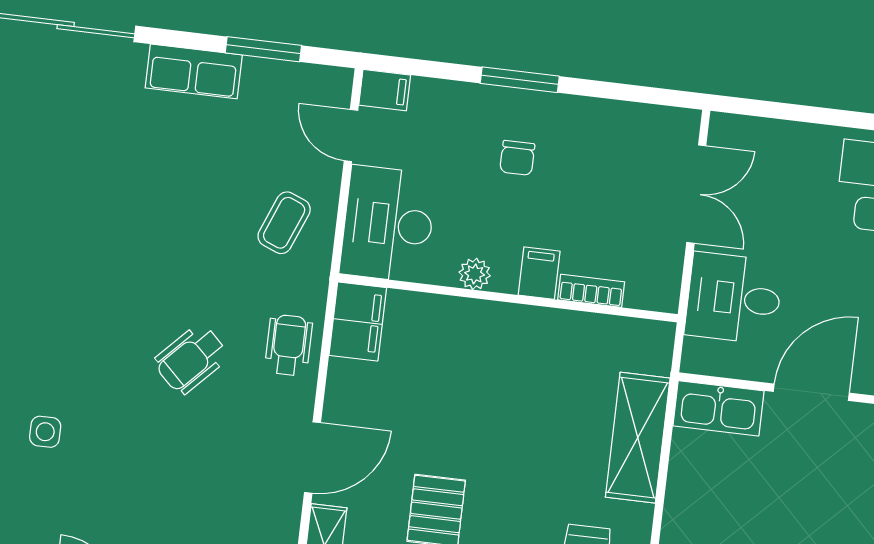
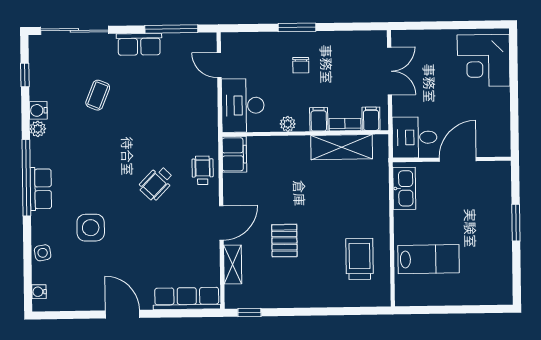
window: (263, 49) -> (171, 29), width x1.44
filing cabinet: (385, 90) -> (371, 119), moved, turned -90
coffee table: (284, 223) -> (98, 95), moved
desk: (734, 298) -> (415, 137), moved
kitchen sink: (718, 408) -> (404, 188), moved, turned -90
side table: (45, 432) -> (91, 228), width x1.87, depth x1.87
shelving: (638, 438) -> (342, 147), moved, turned 90

